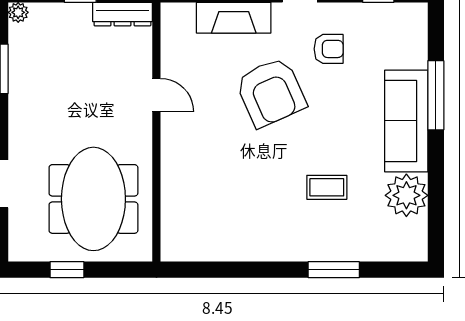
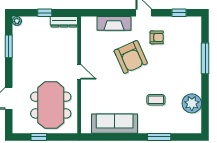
door: (156, 95) -> (79, 72), moved
sofa: (406, 121) -> (115, 124), moved, turned 90

